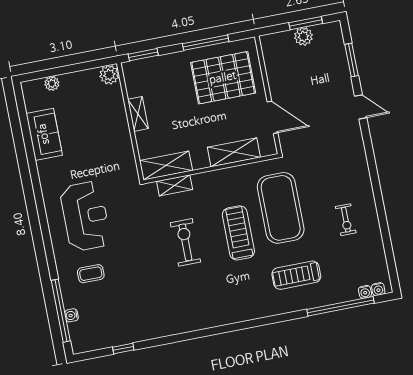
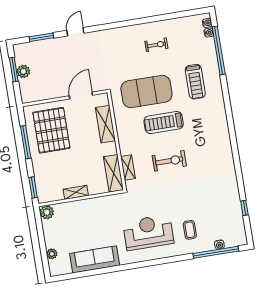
sofa: (44, 134) -> (95, 259), width x1.36
exercise bike: (185, 242) -> (169, 161), turned 180

